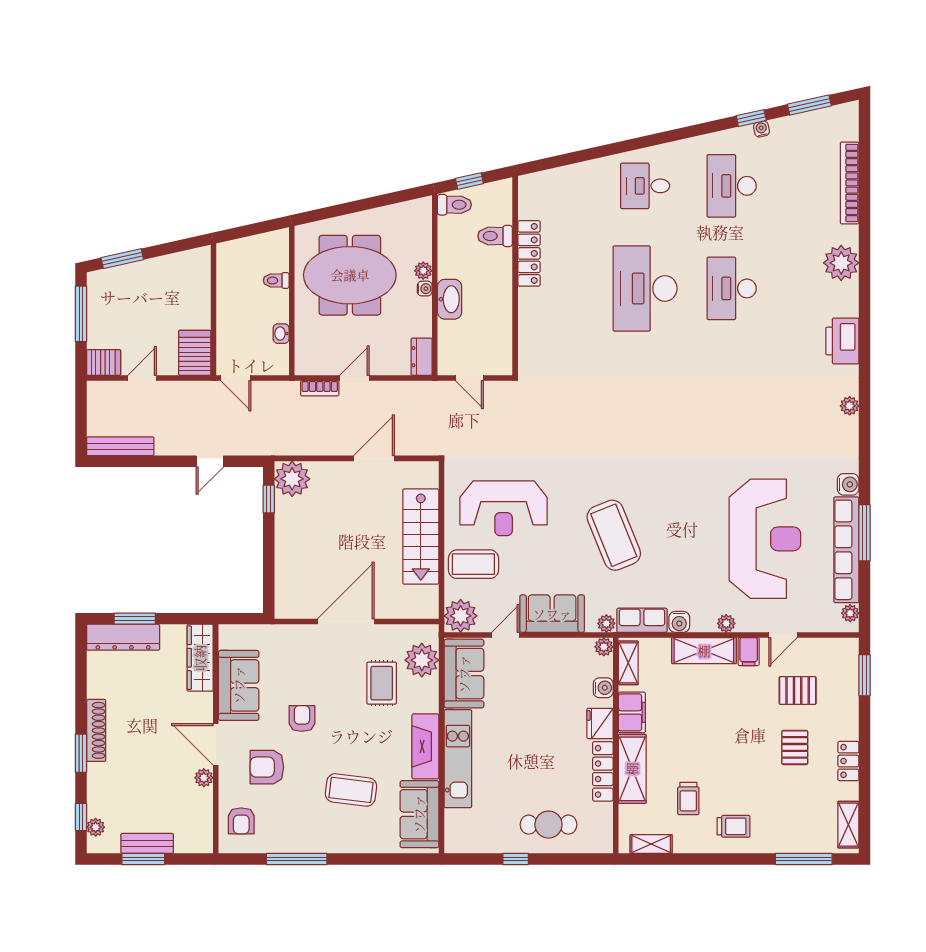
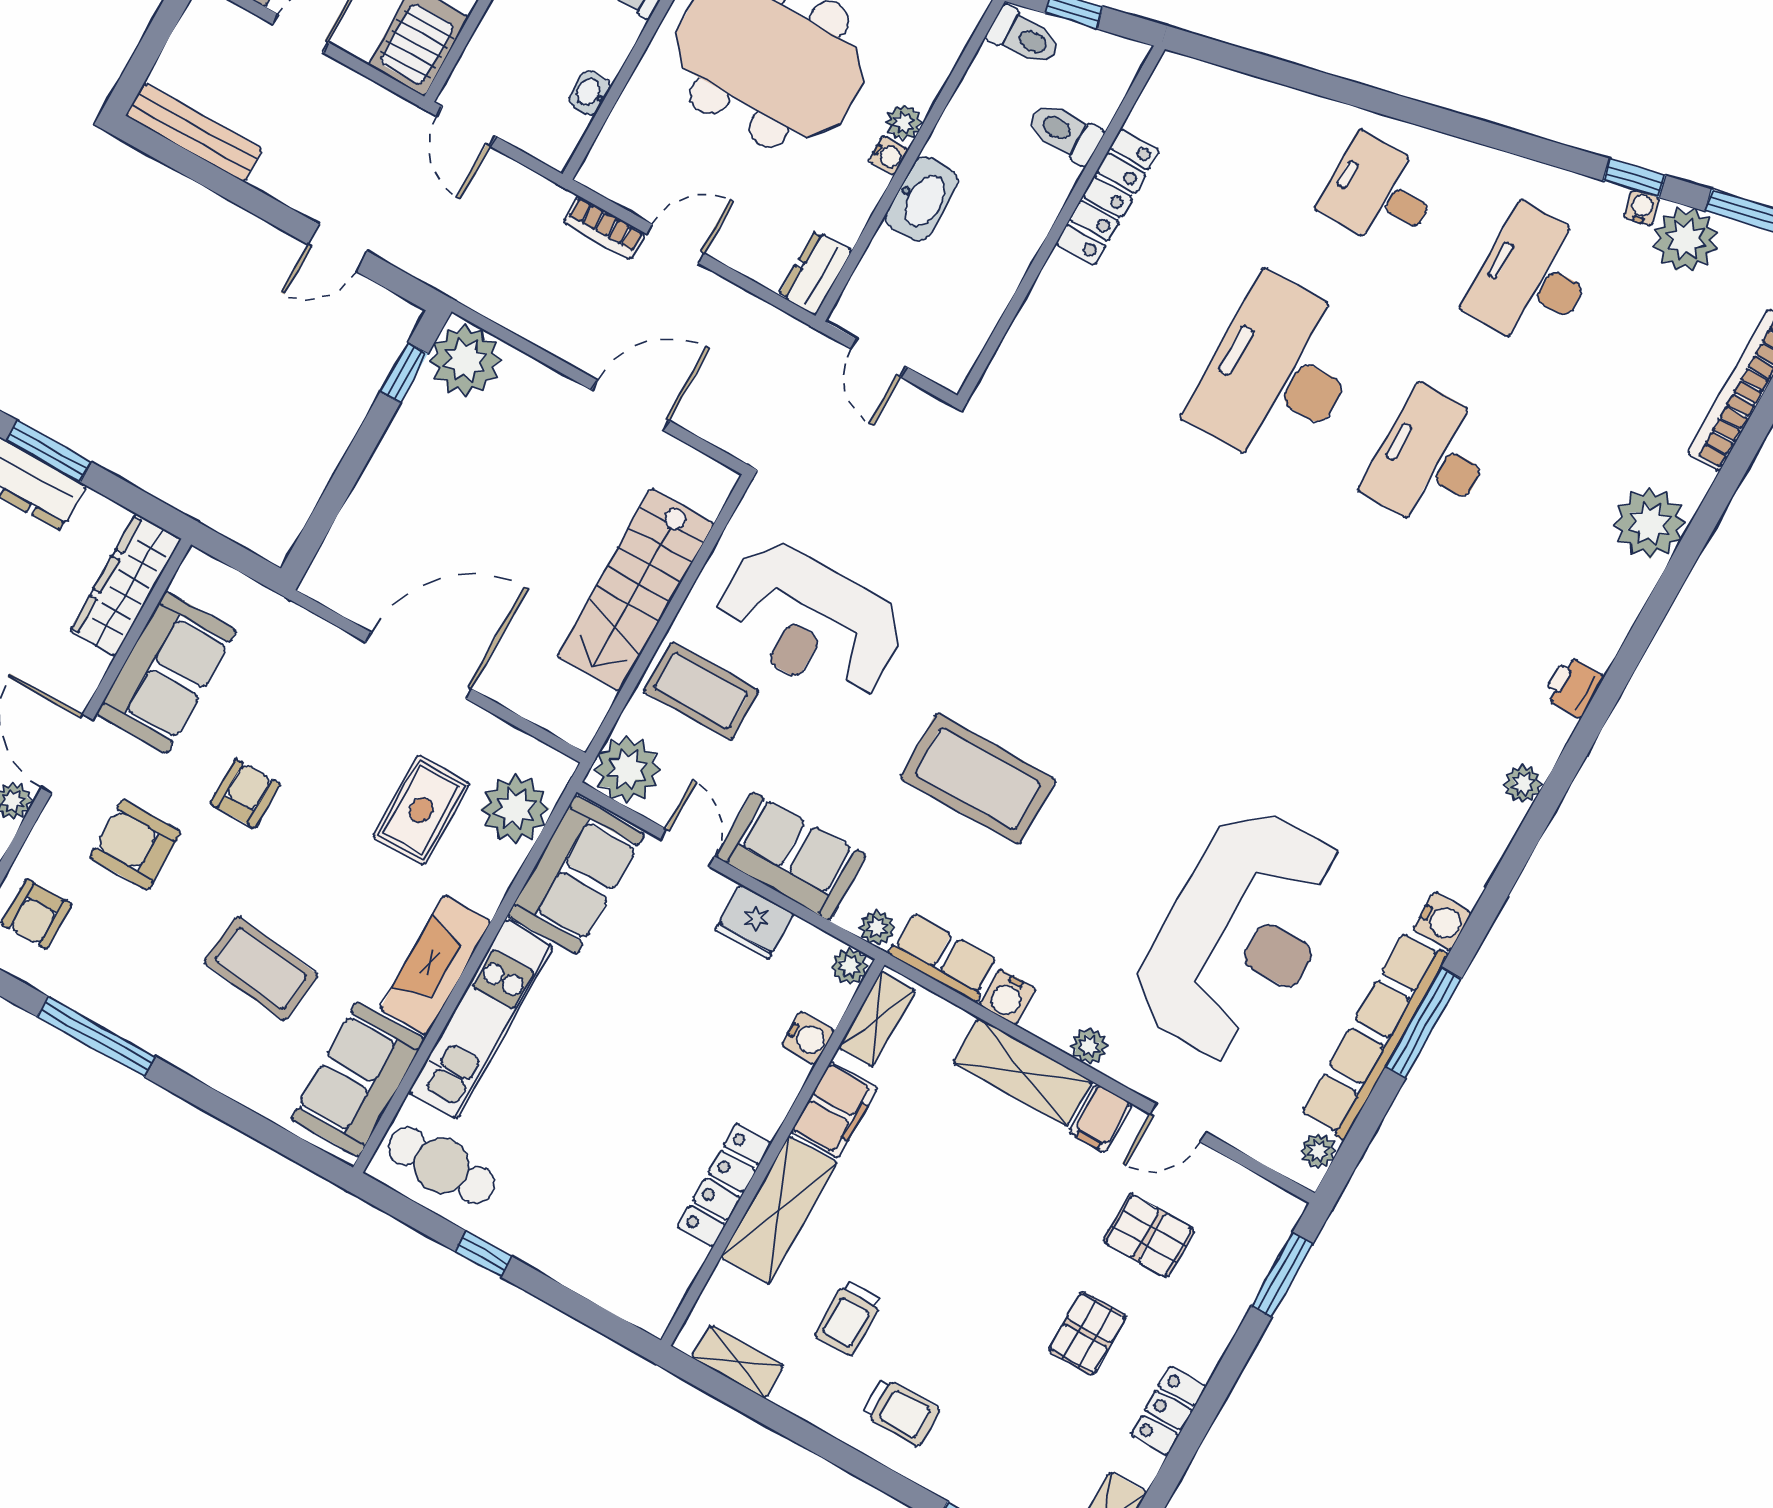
plant: (788, 132) -> (1686, 240), added
printer: (842, 341) -> (1573, 687), width x0.53, depth x0.68
coffee table: (614, 535) -> (978, 779), turned -68
door: (505, 635) -> (688, 848), hinge flipped
fridge: (600, 723) -> (754, 922), moved, turned -90
cafe table: (548, 825) -> (442, 1166), moved

